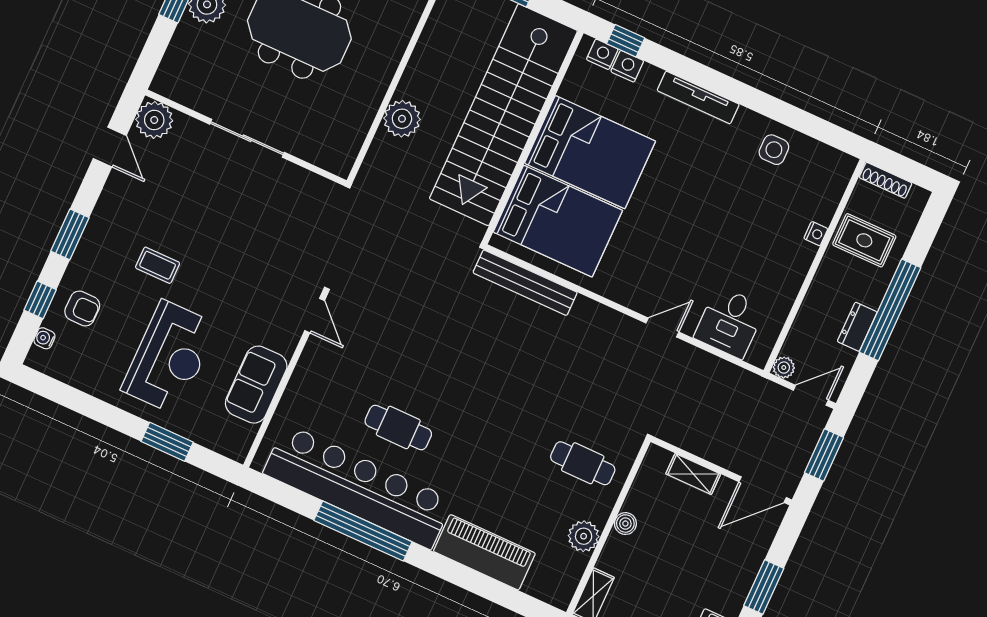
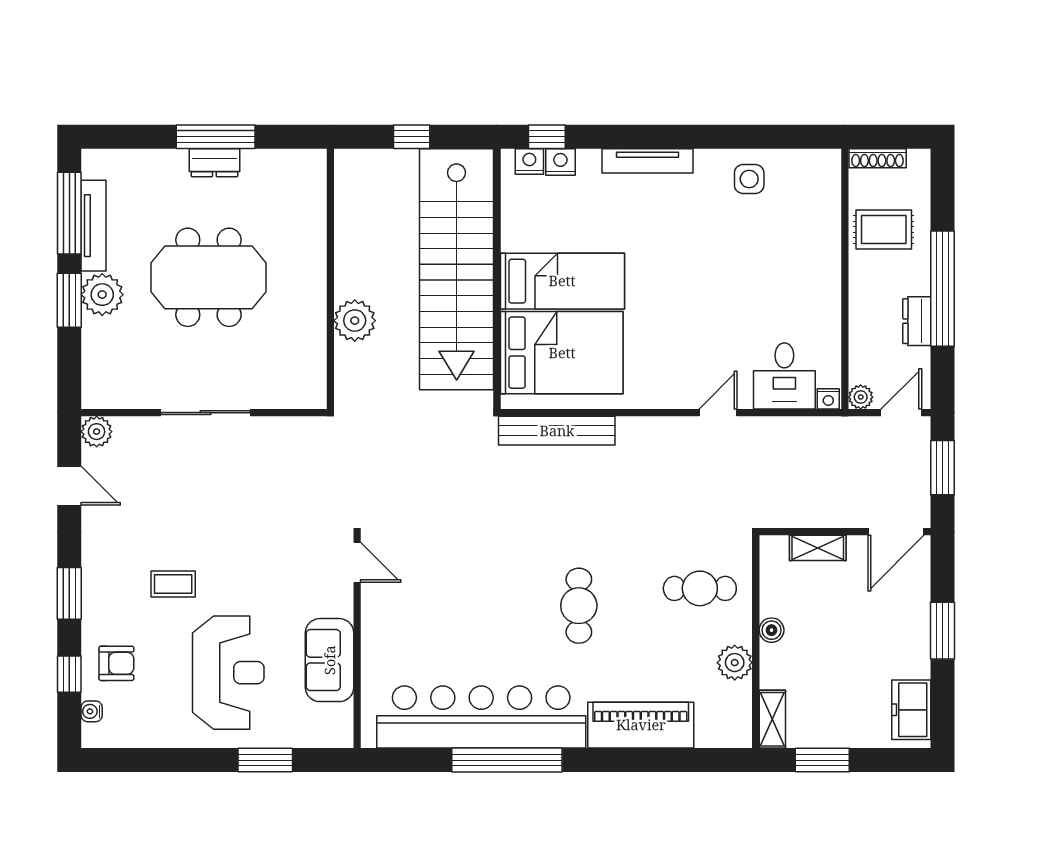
plant: (154, 120) -> (97, 432), width x0.73, depth x0.73
bed: (590, 152) -> (562, 281), width x0.67
nightstand: (816, 234) -> (828, 399), moved, turned 90
cafe table: (398, 427) -> (579, 606), moved, turned 90

